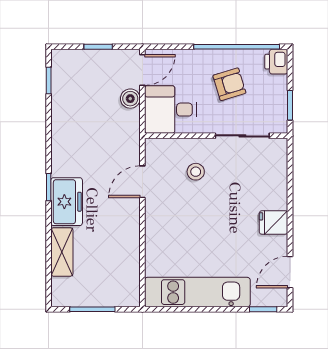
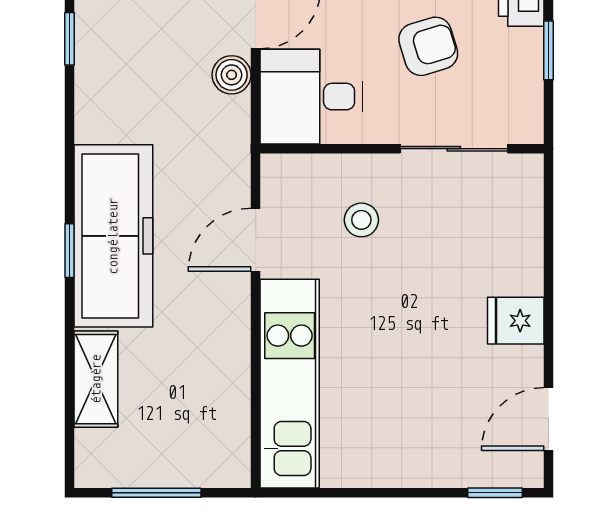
window: (290, 105) -> (548, 50), moved
freezer: (67, 202) -> (113, 236), width x1.91, depth x1.26
kitchen unit: (197, 292) -> (290, 384), moved, turned 90

